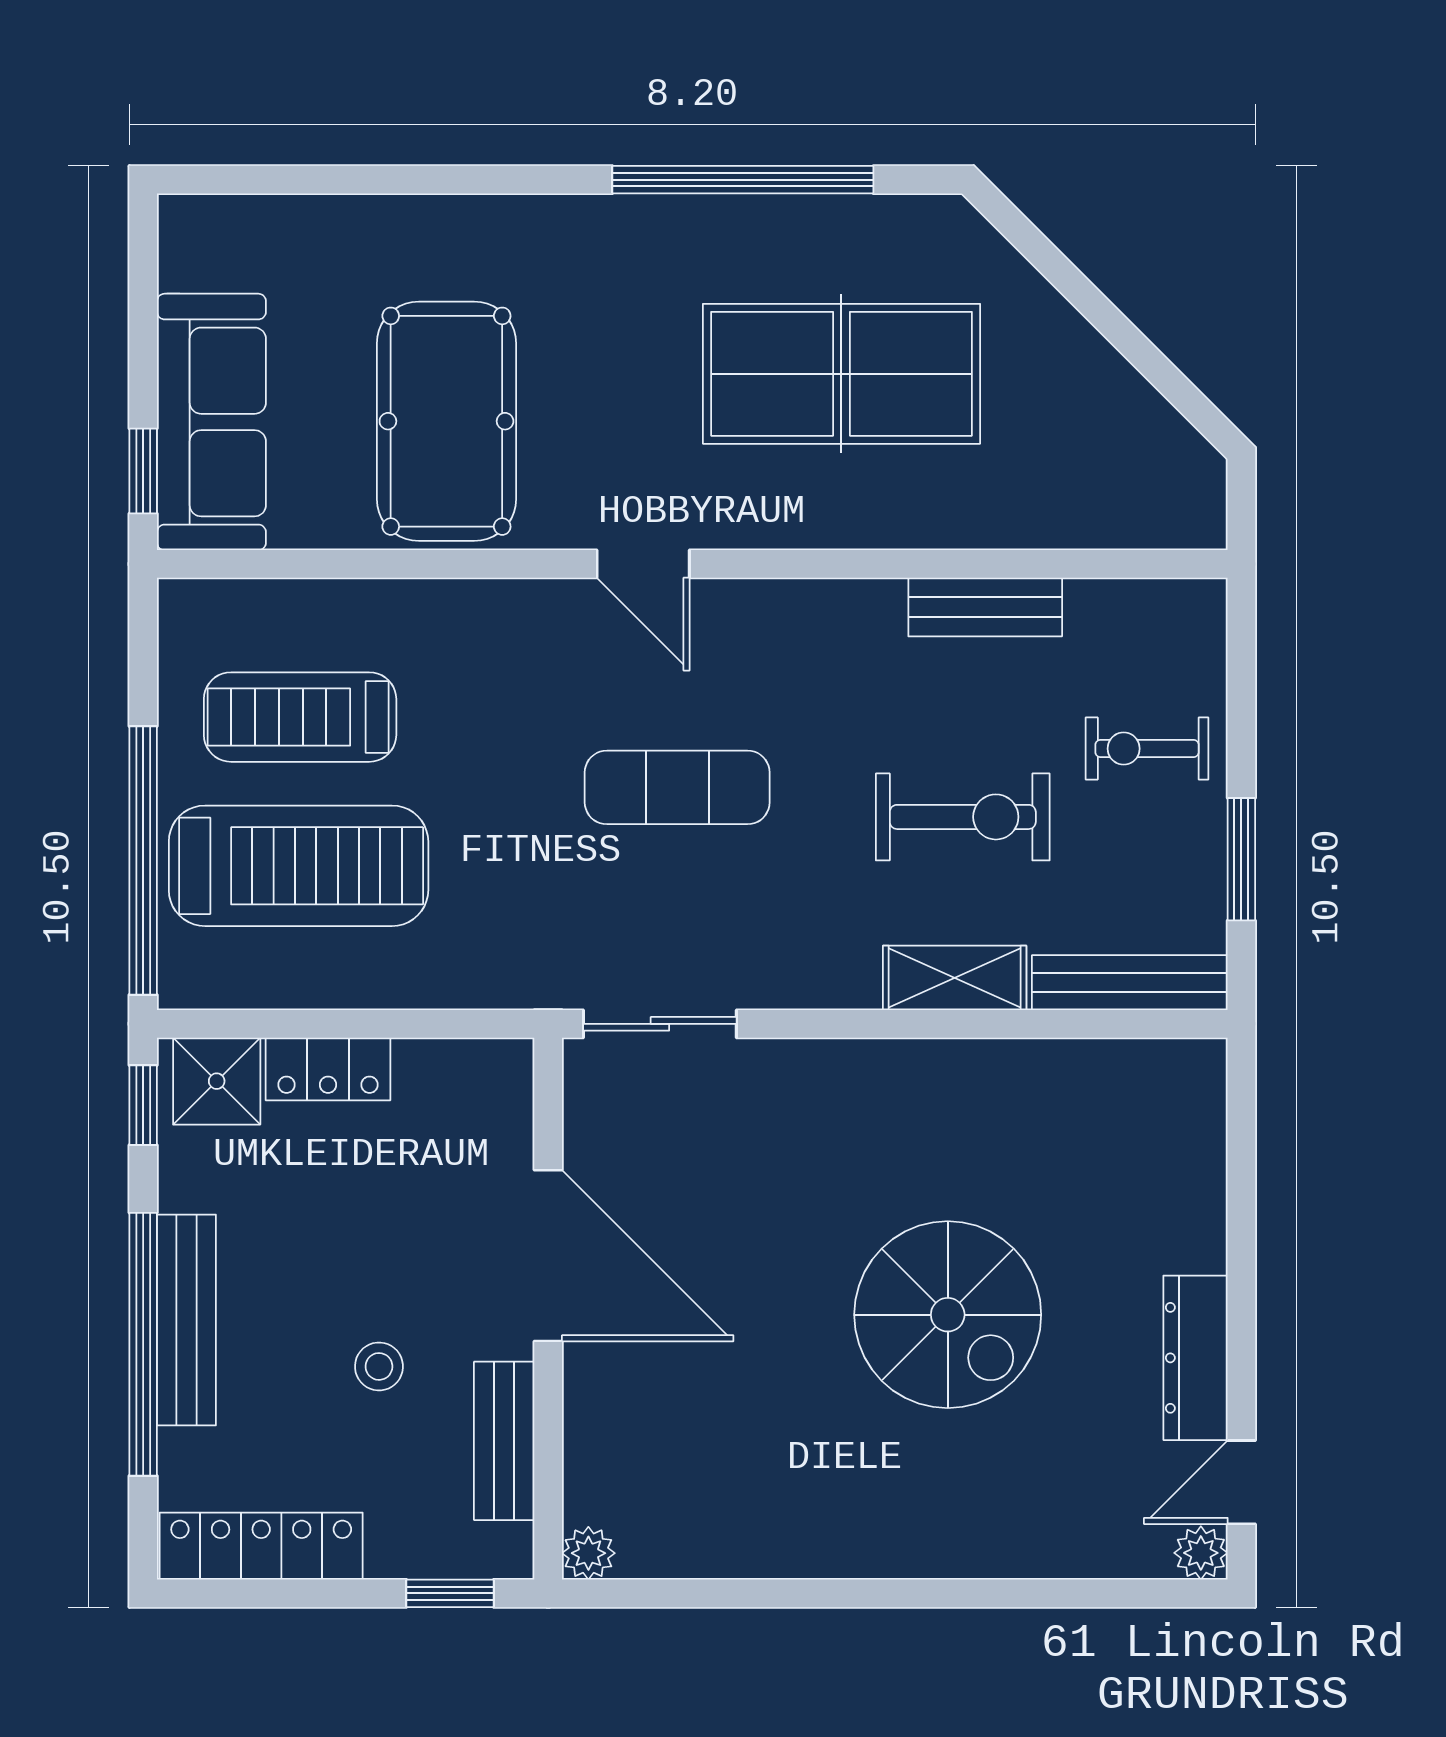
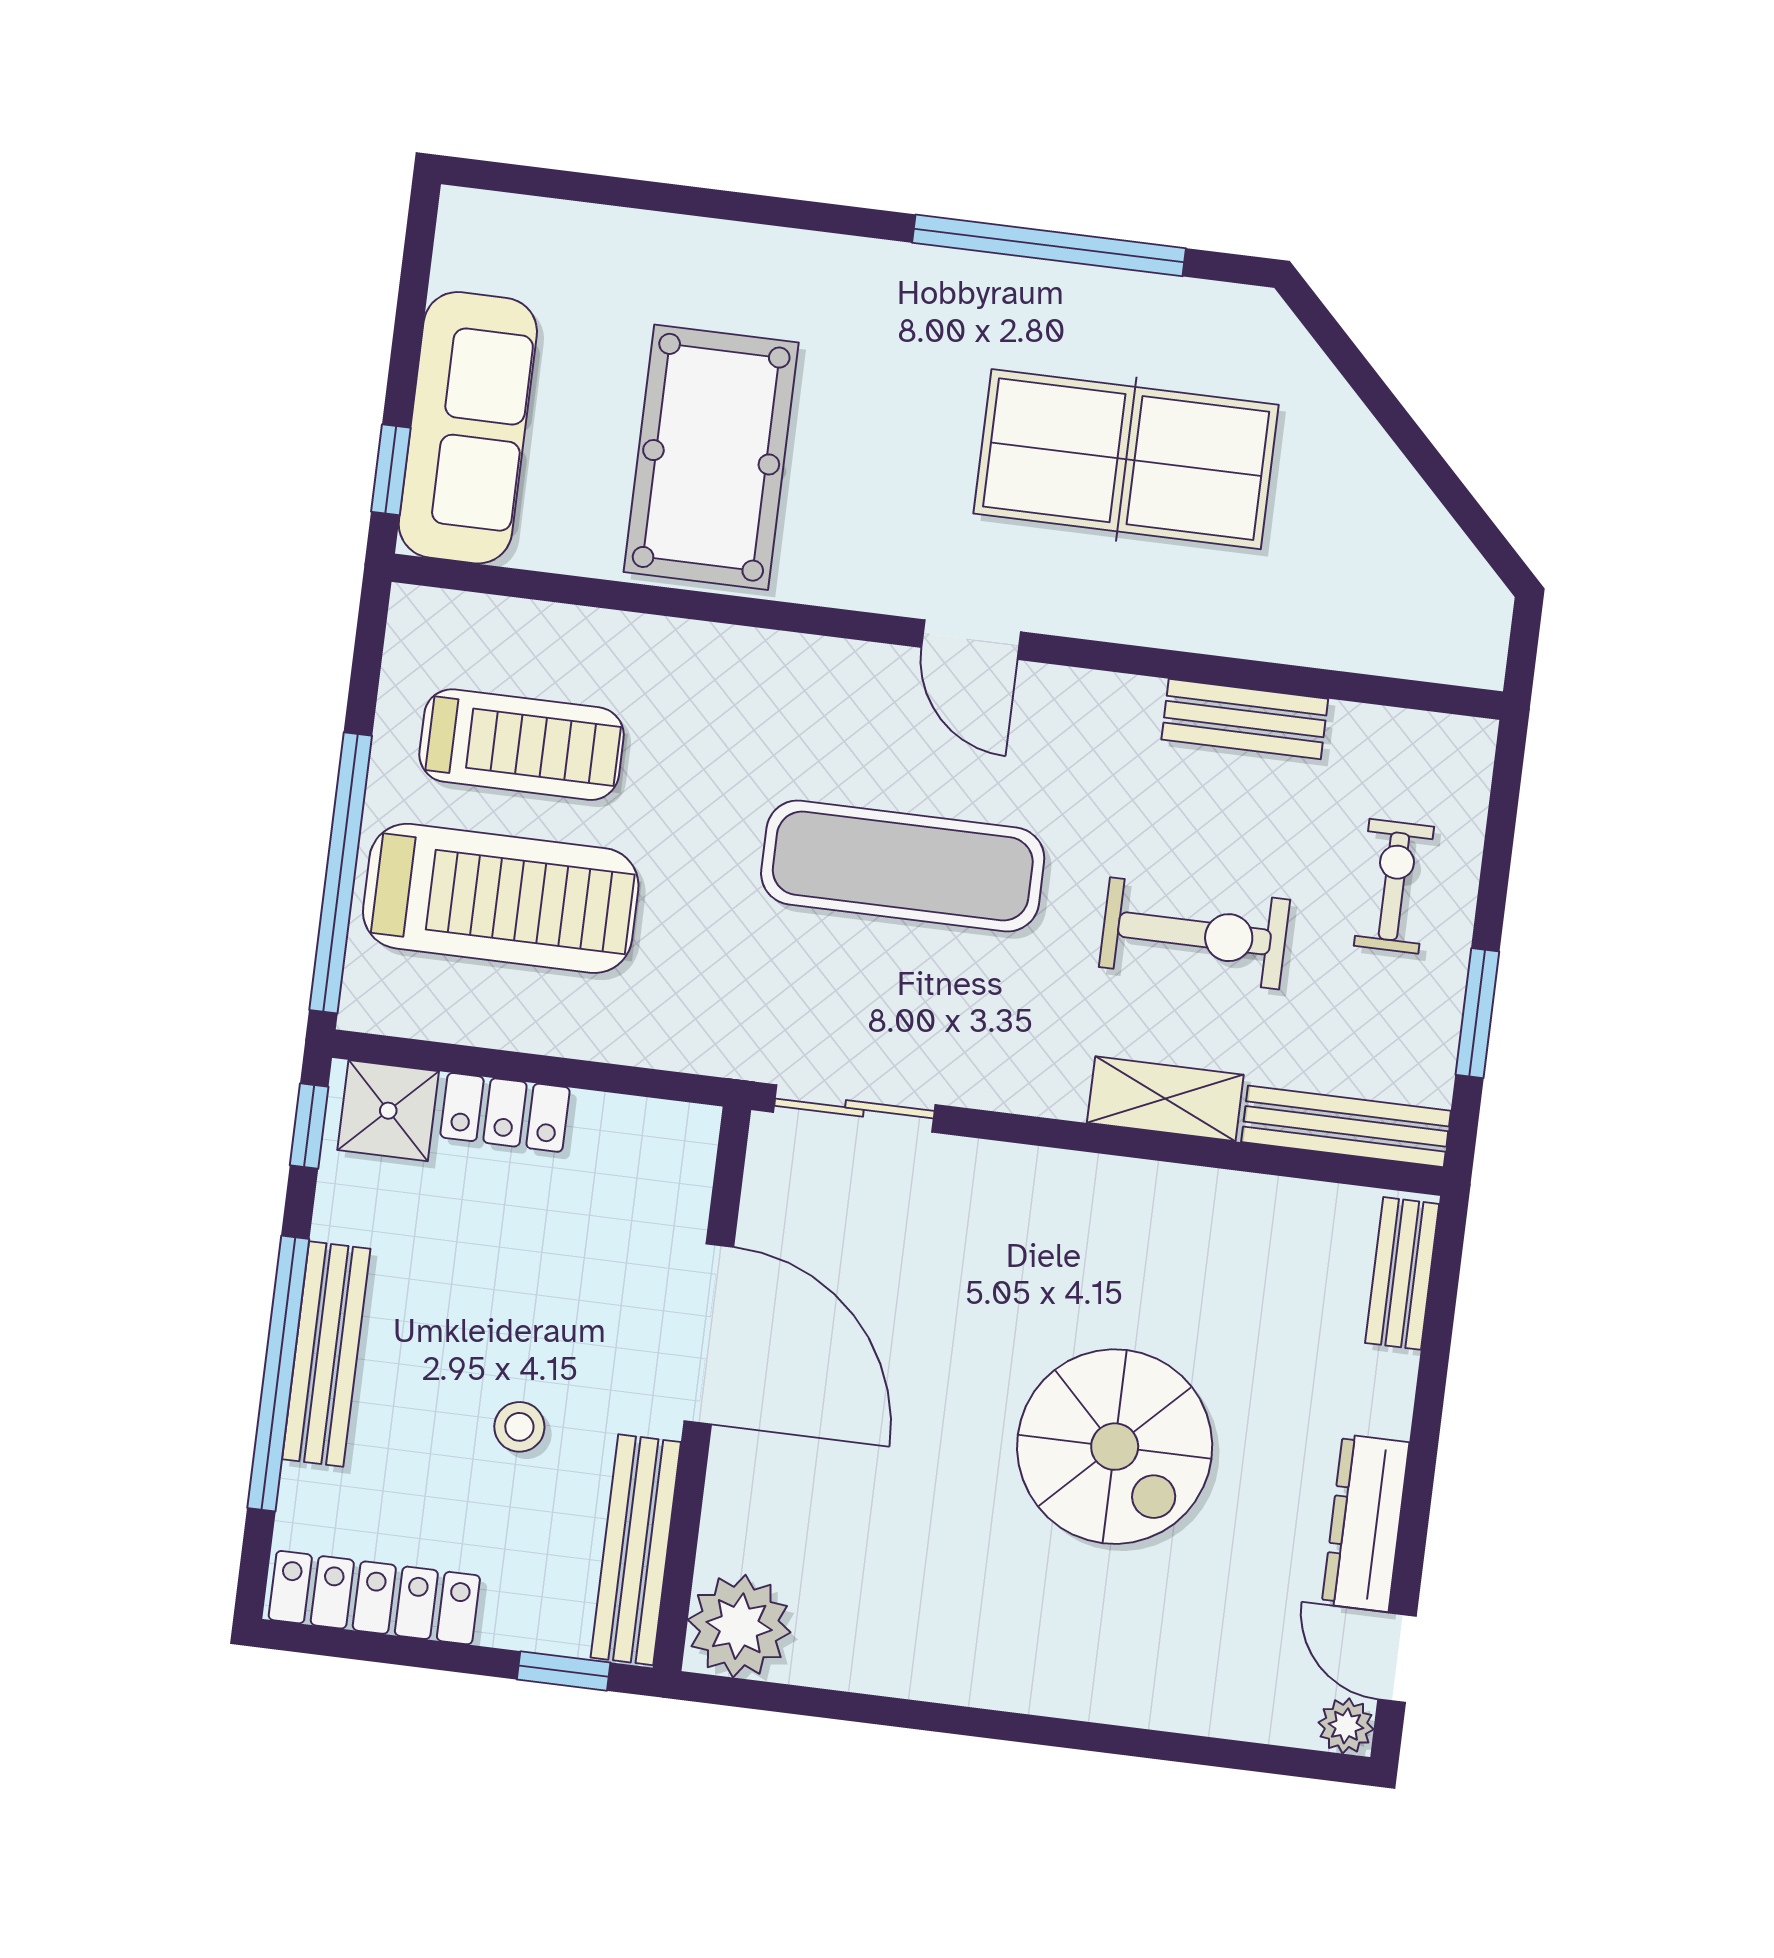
door: (643, 564) -> (971, 640), moved
treadmill: (300, 717) -> (522, 745), turned 180
exercise bike: (1147, 749) -> (1394, 886), turned 90
exercise mat: (677, 787) -> (903, 866), width x1.36, depth x1.45
bench: (1201, 1116) -> (1402, 1273), added
bench: (504, 1441) -> (636, 1550), width x1.36
door: (1241, 1482) -> (1397, 1658), hinge flipped
plant: (588, 1553) -> (739, 1626), width x1.87, depth x1.87

